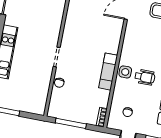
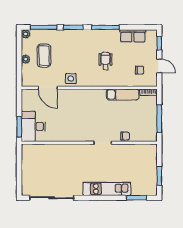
exam couch: (108, 72) -> (123, 94), moved
side table: (125, 72) -> (71, 79), moved

